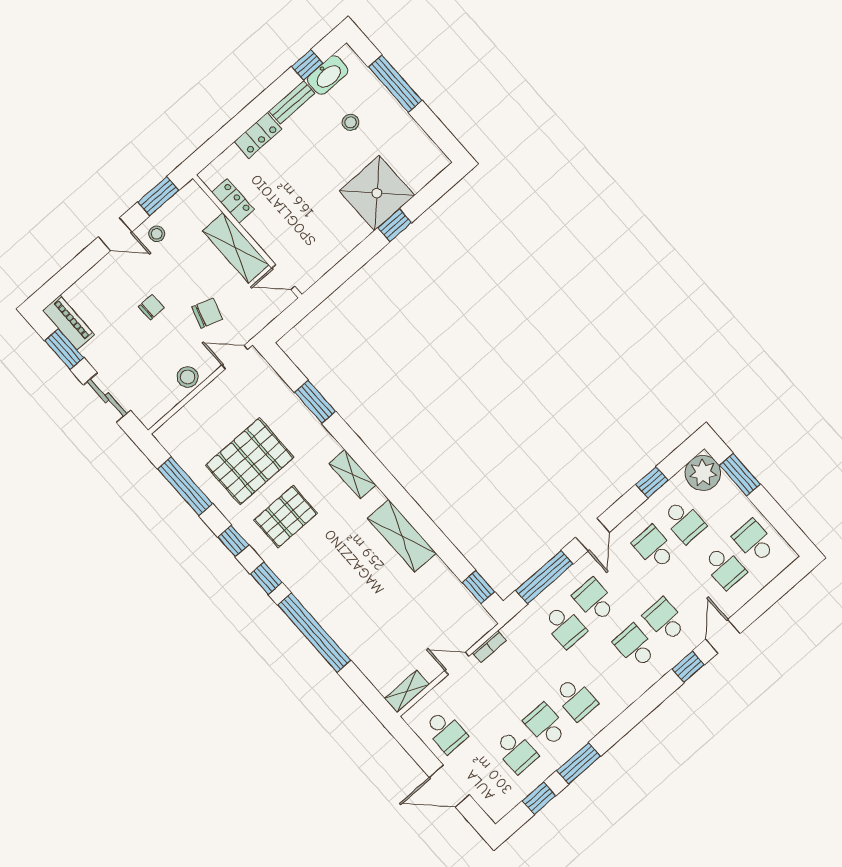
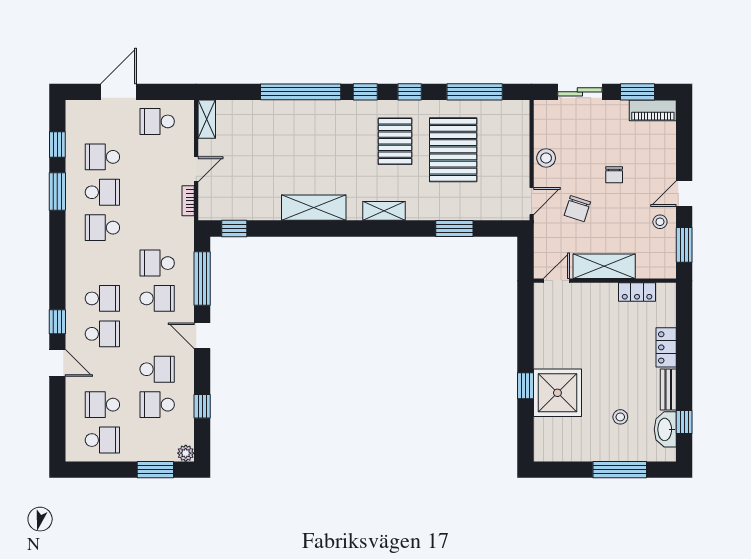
plant: (703, 473) -> (186, 453), width x0.53, depth x0.53

